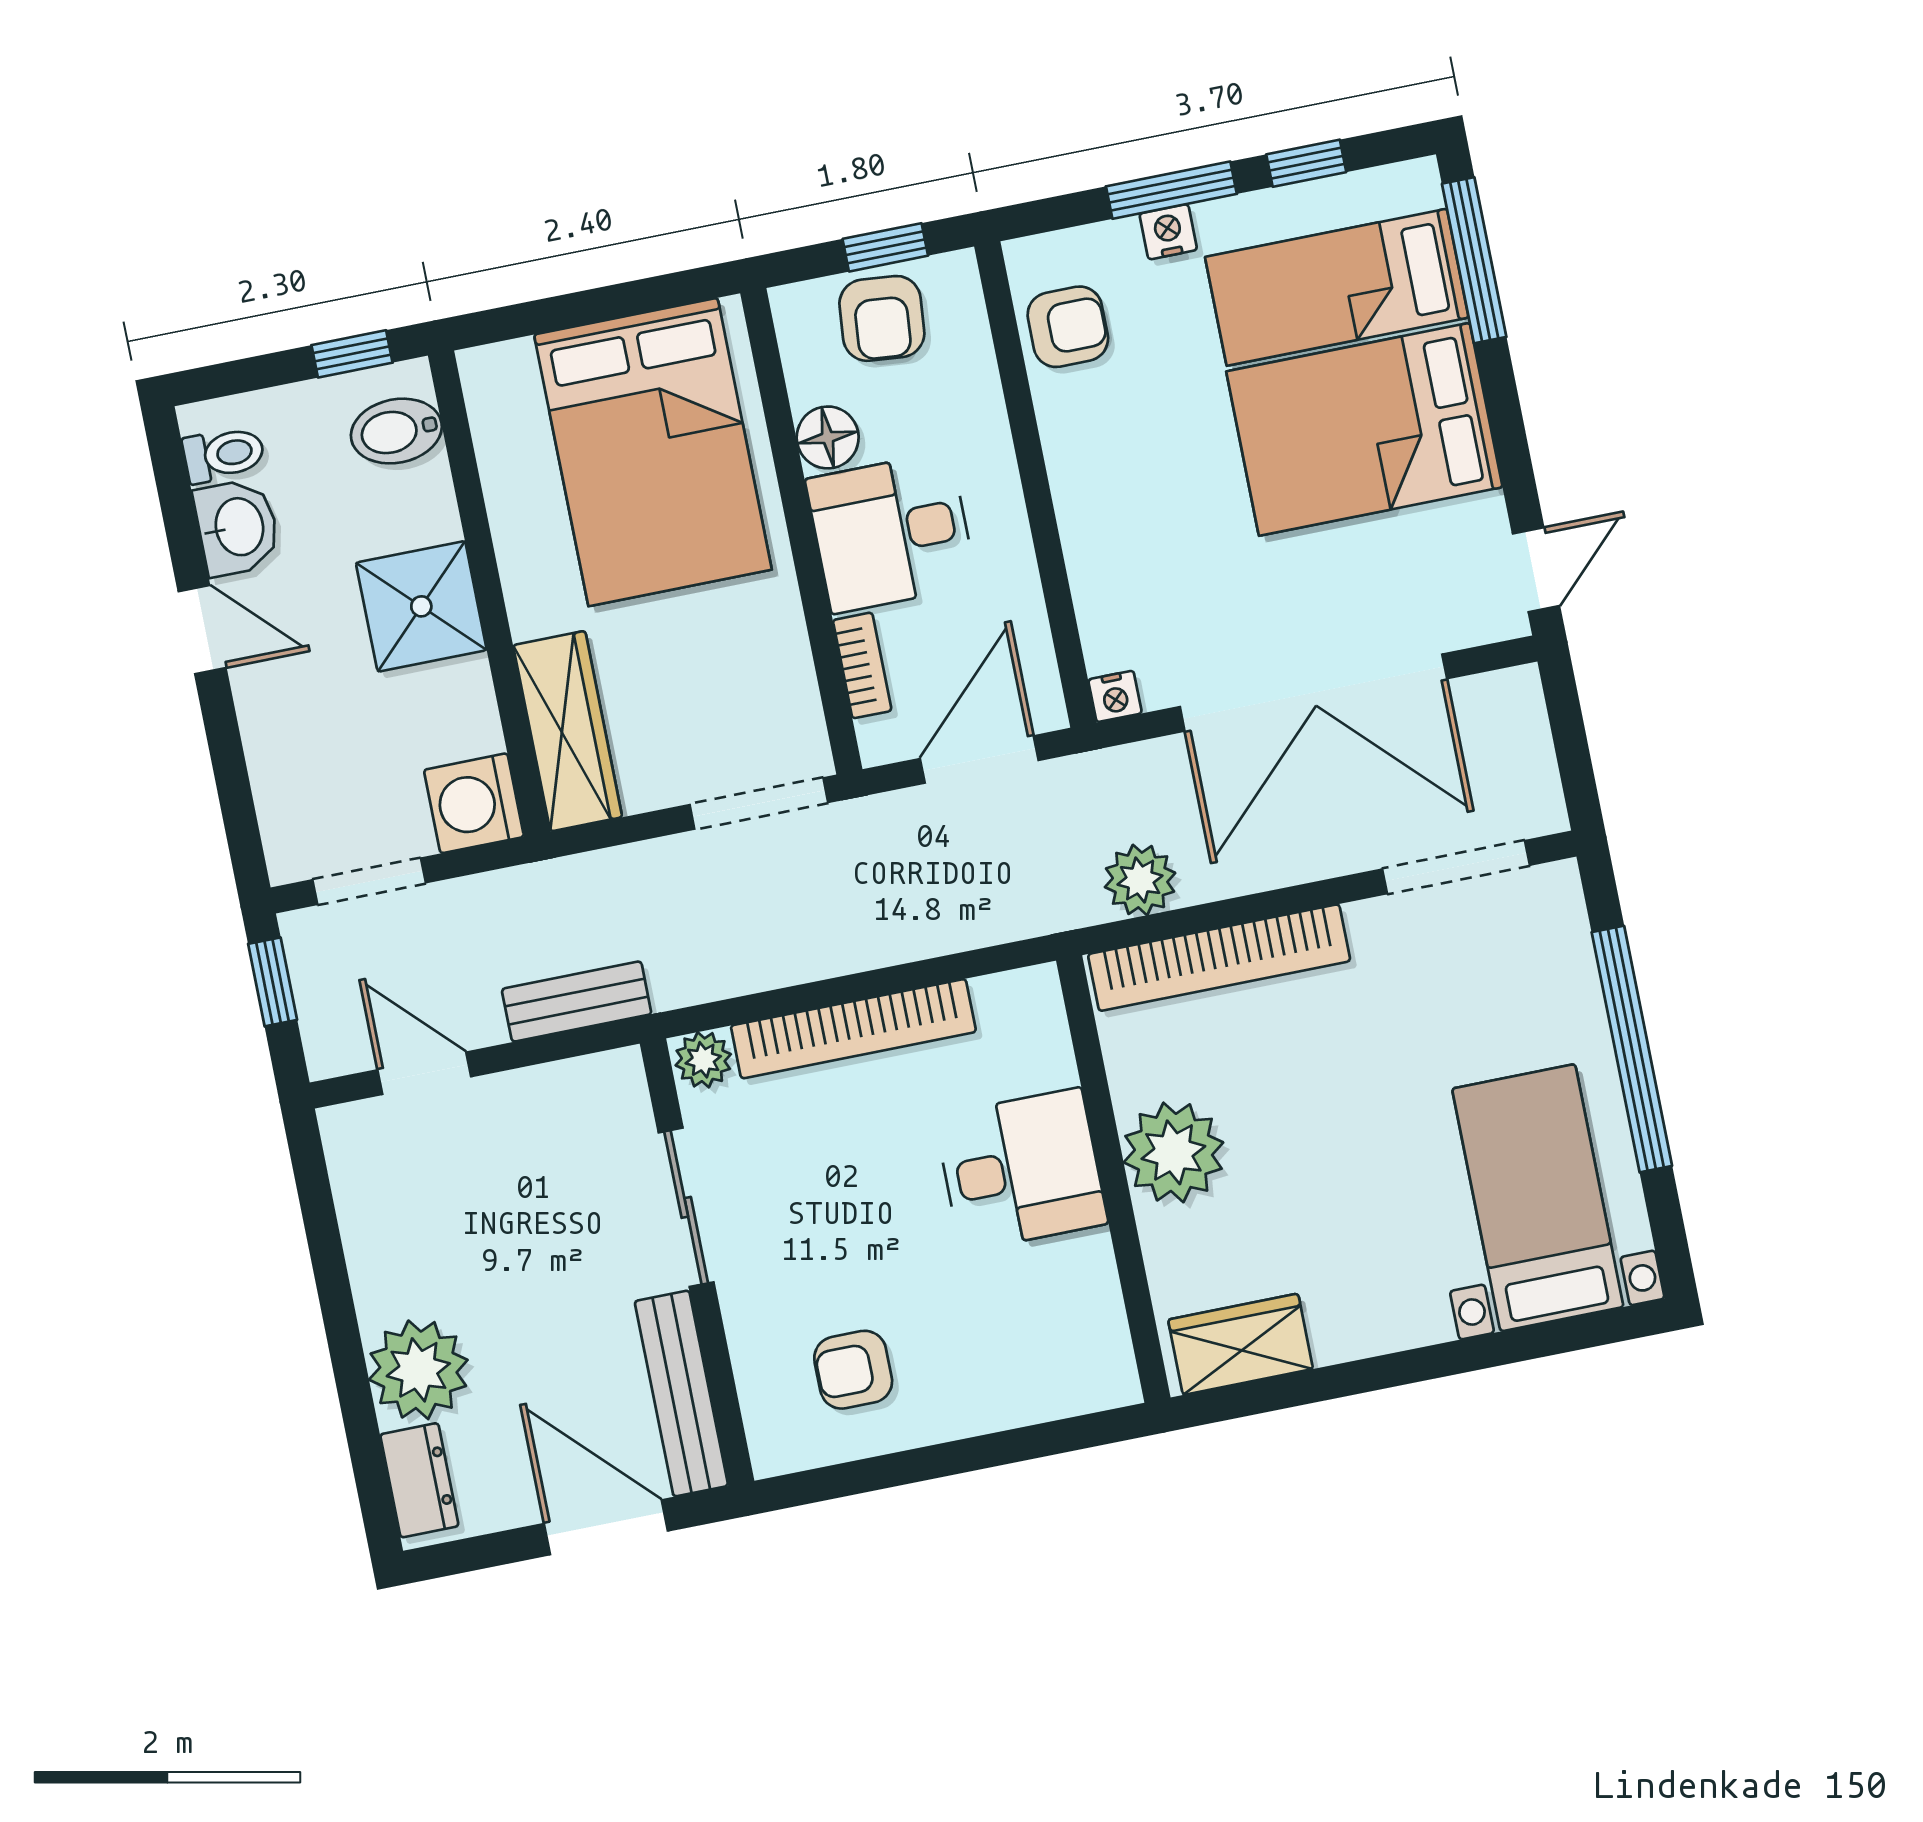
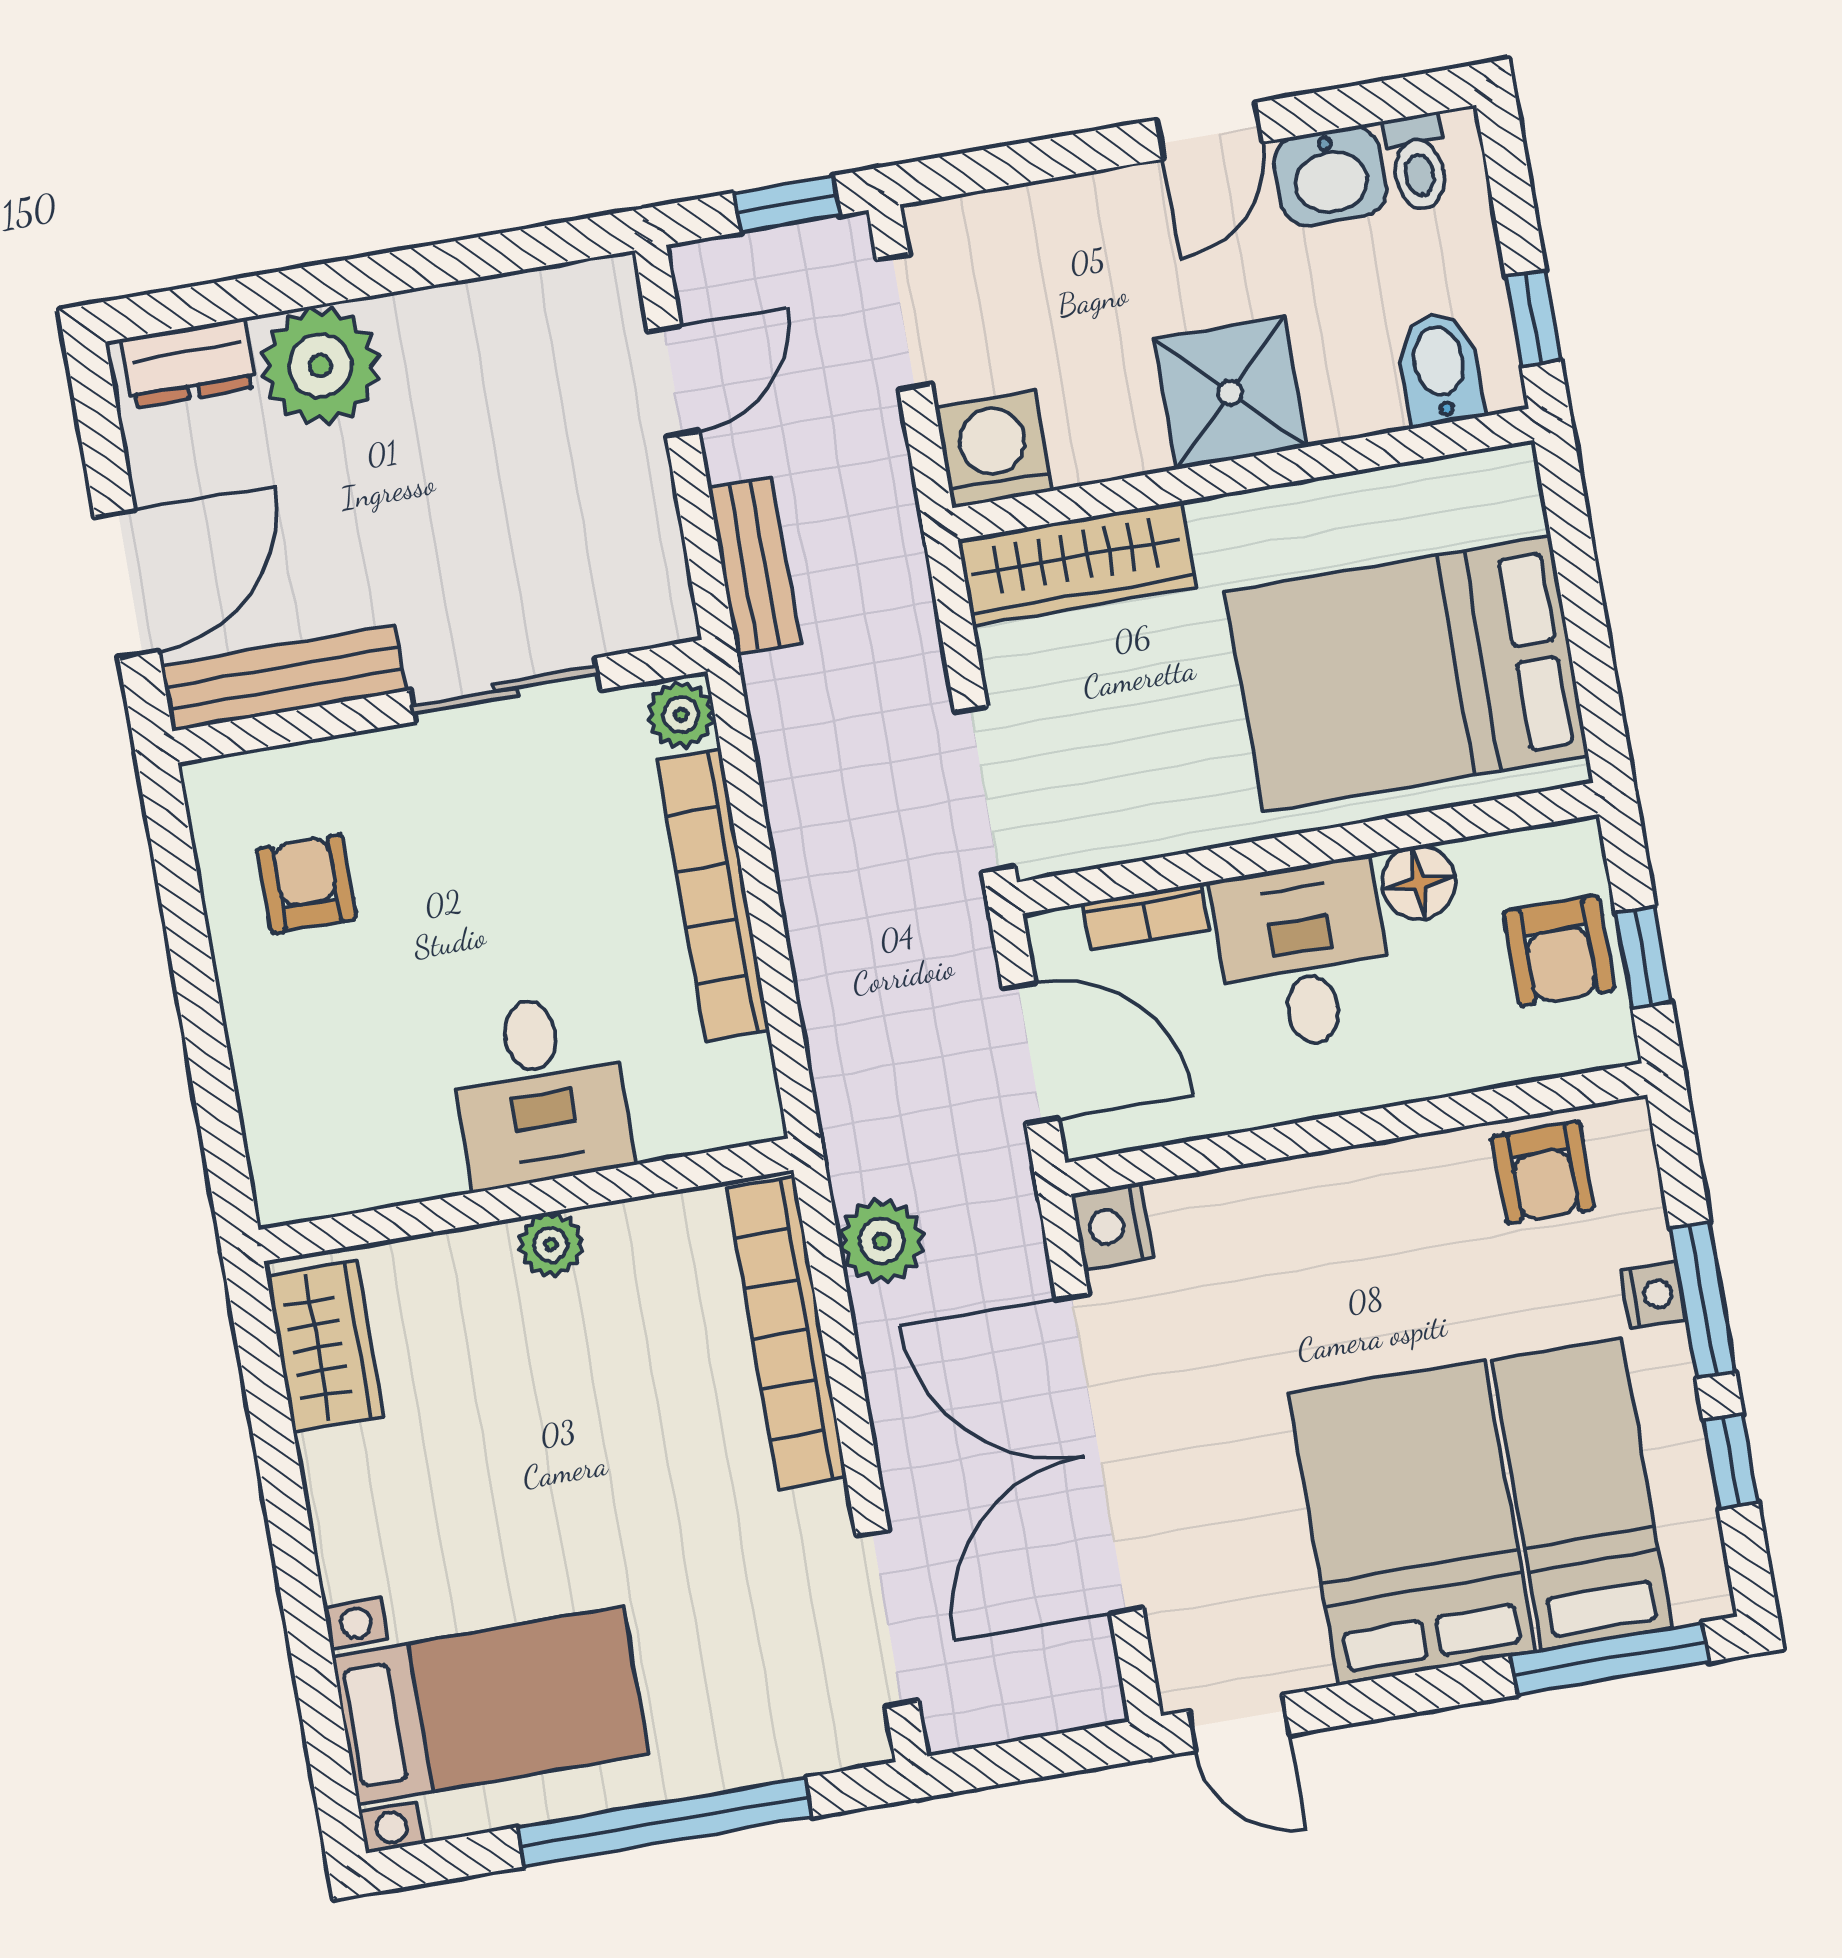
armchair: (882, 318) -> (1559, 951), turned -95
nightstand: (1115, 696) -> (1112, 1226), width x1.39, depth x1.35
plant: (1173, 1152) -> (551, 1244), width x0.53, depth x0.53

